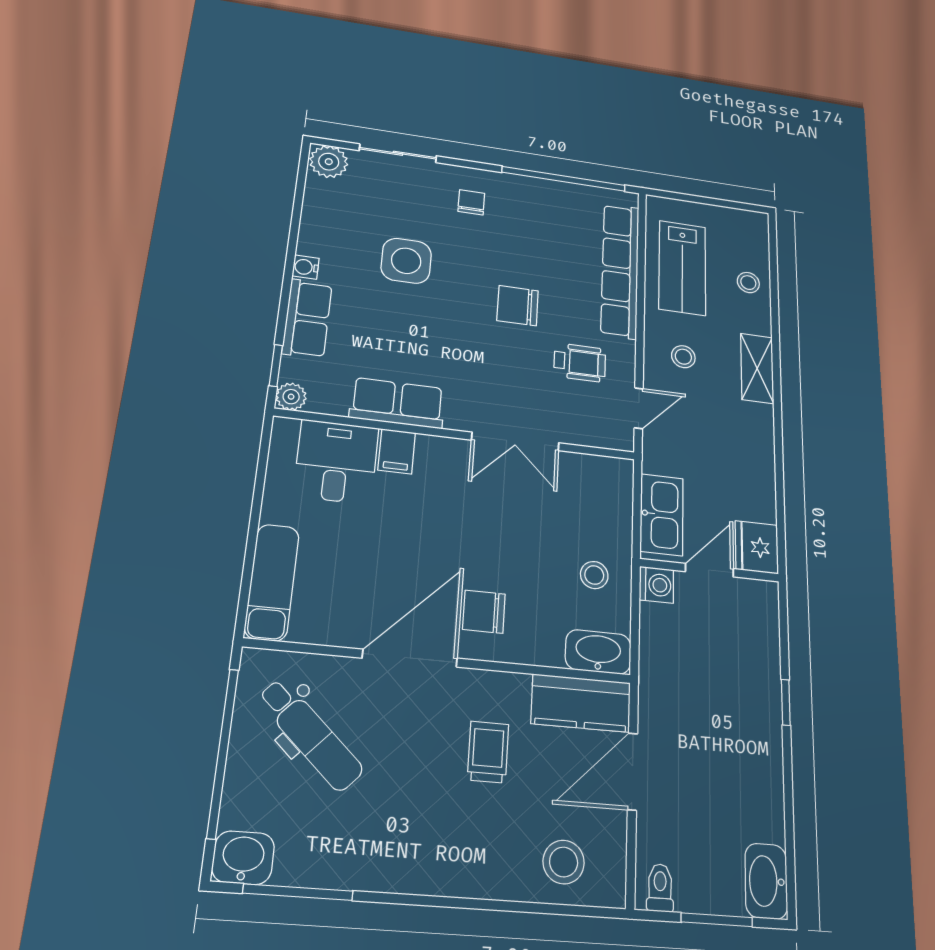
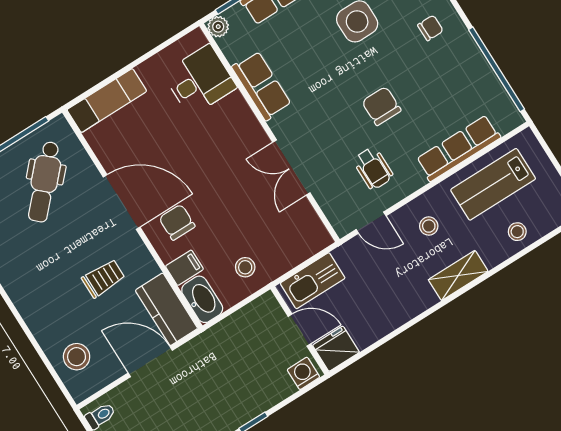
row of seats: (620, 270) -> (458, 148), width x0.73
filing cabinet: (397, 451) -> (184, 268), moved, turned 180
washing machine: (656, 585) -> (303, 373), moved, turned 180

